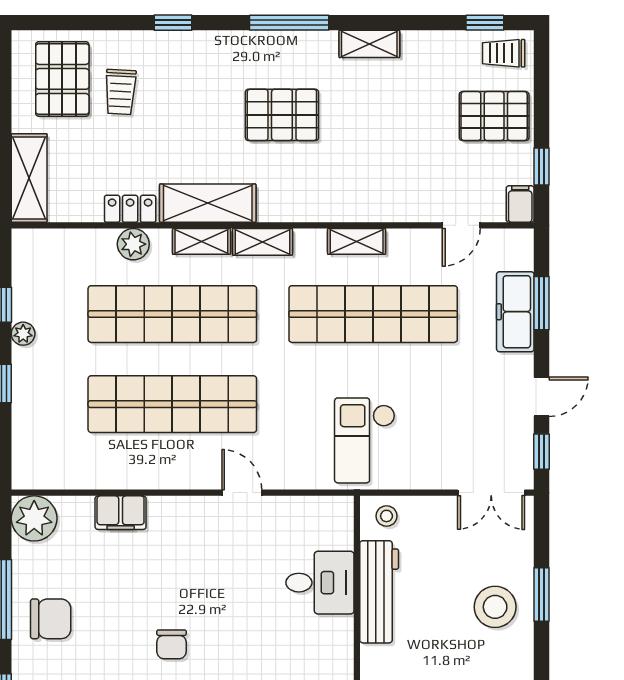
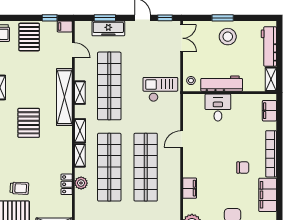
shelving: (208, 203) -> (64, 97), moved, width x1.47
checkout: (365, 440) -> (160, 89), turned 180

